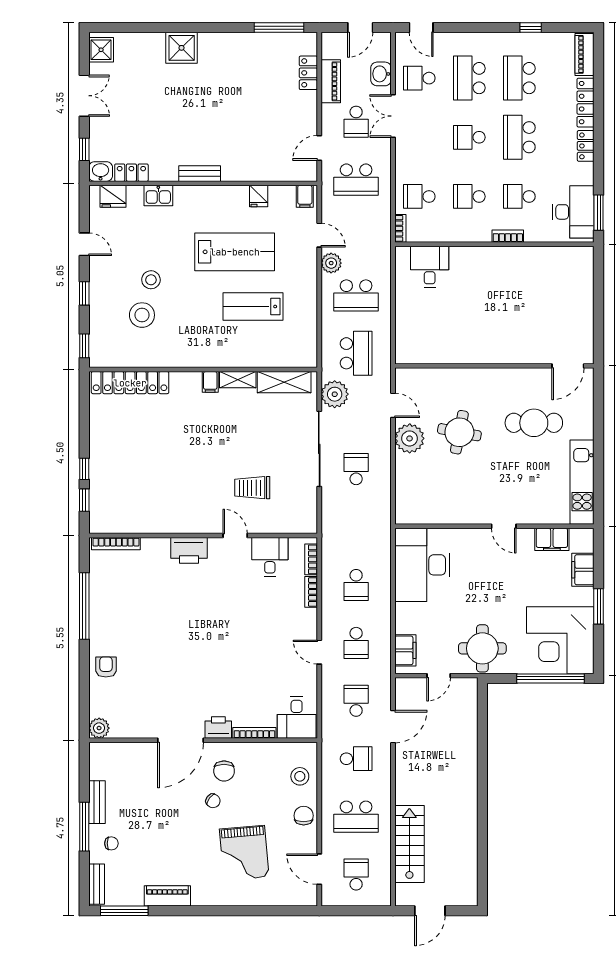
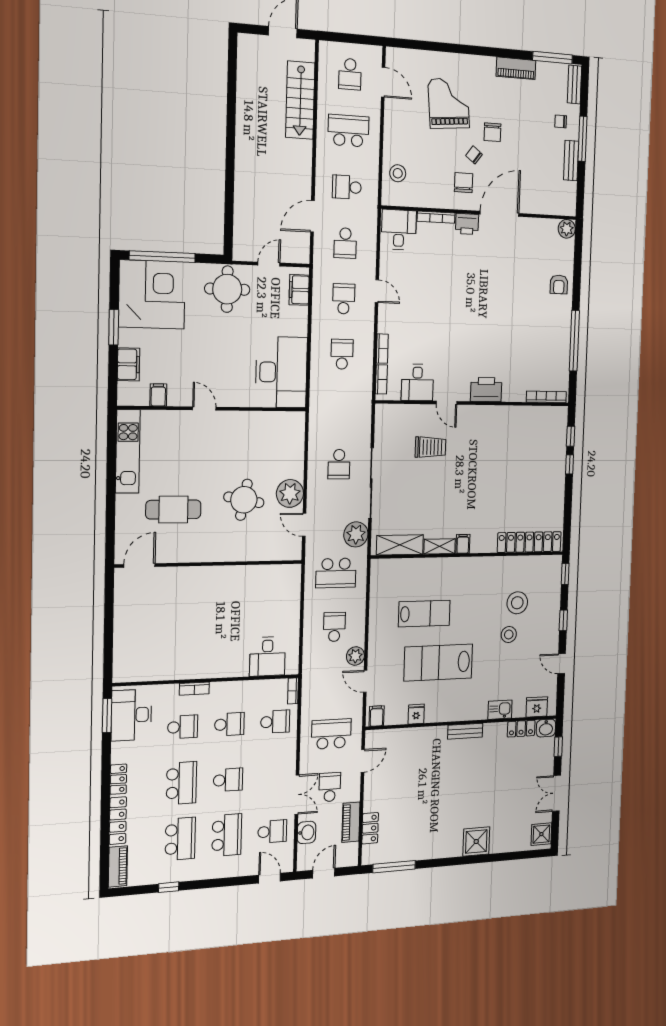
school desk: (356, 295) -> (334, 627), width x0.54
school desk: (356, 353) -> (336, 573), turned -90
filing cabinet: (552, 539) -> (158, 395), width x0.50
chair: (304, 816) -> (492, 132), moved

